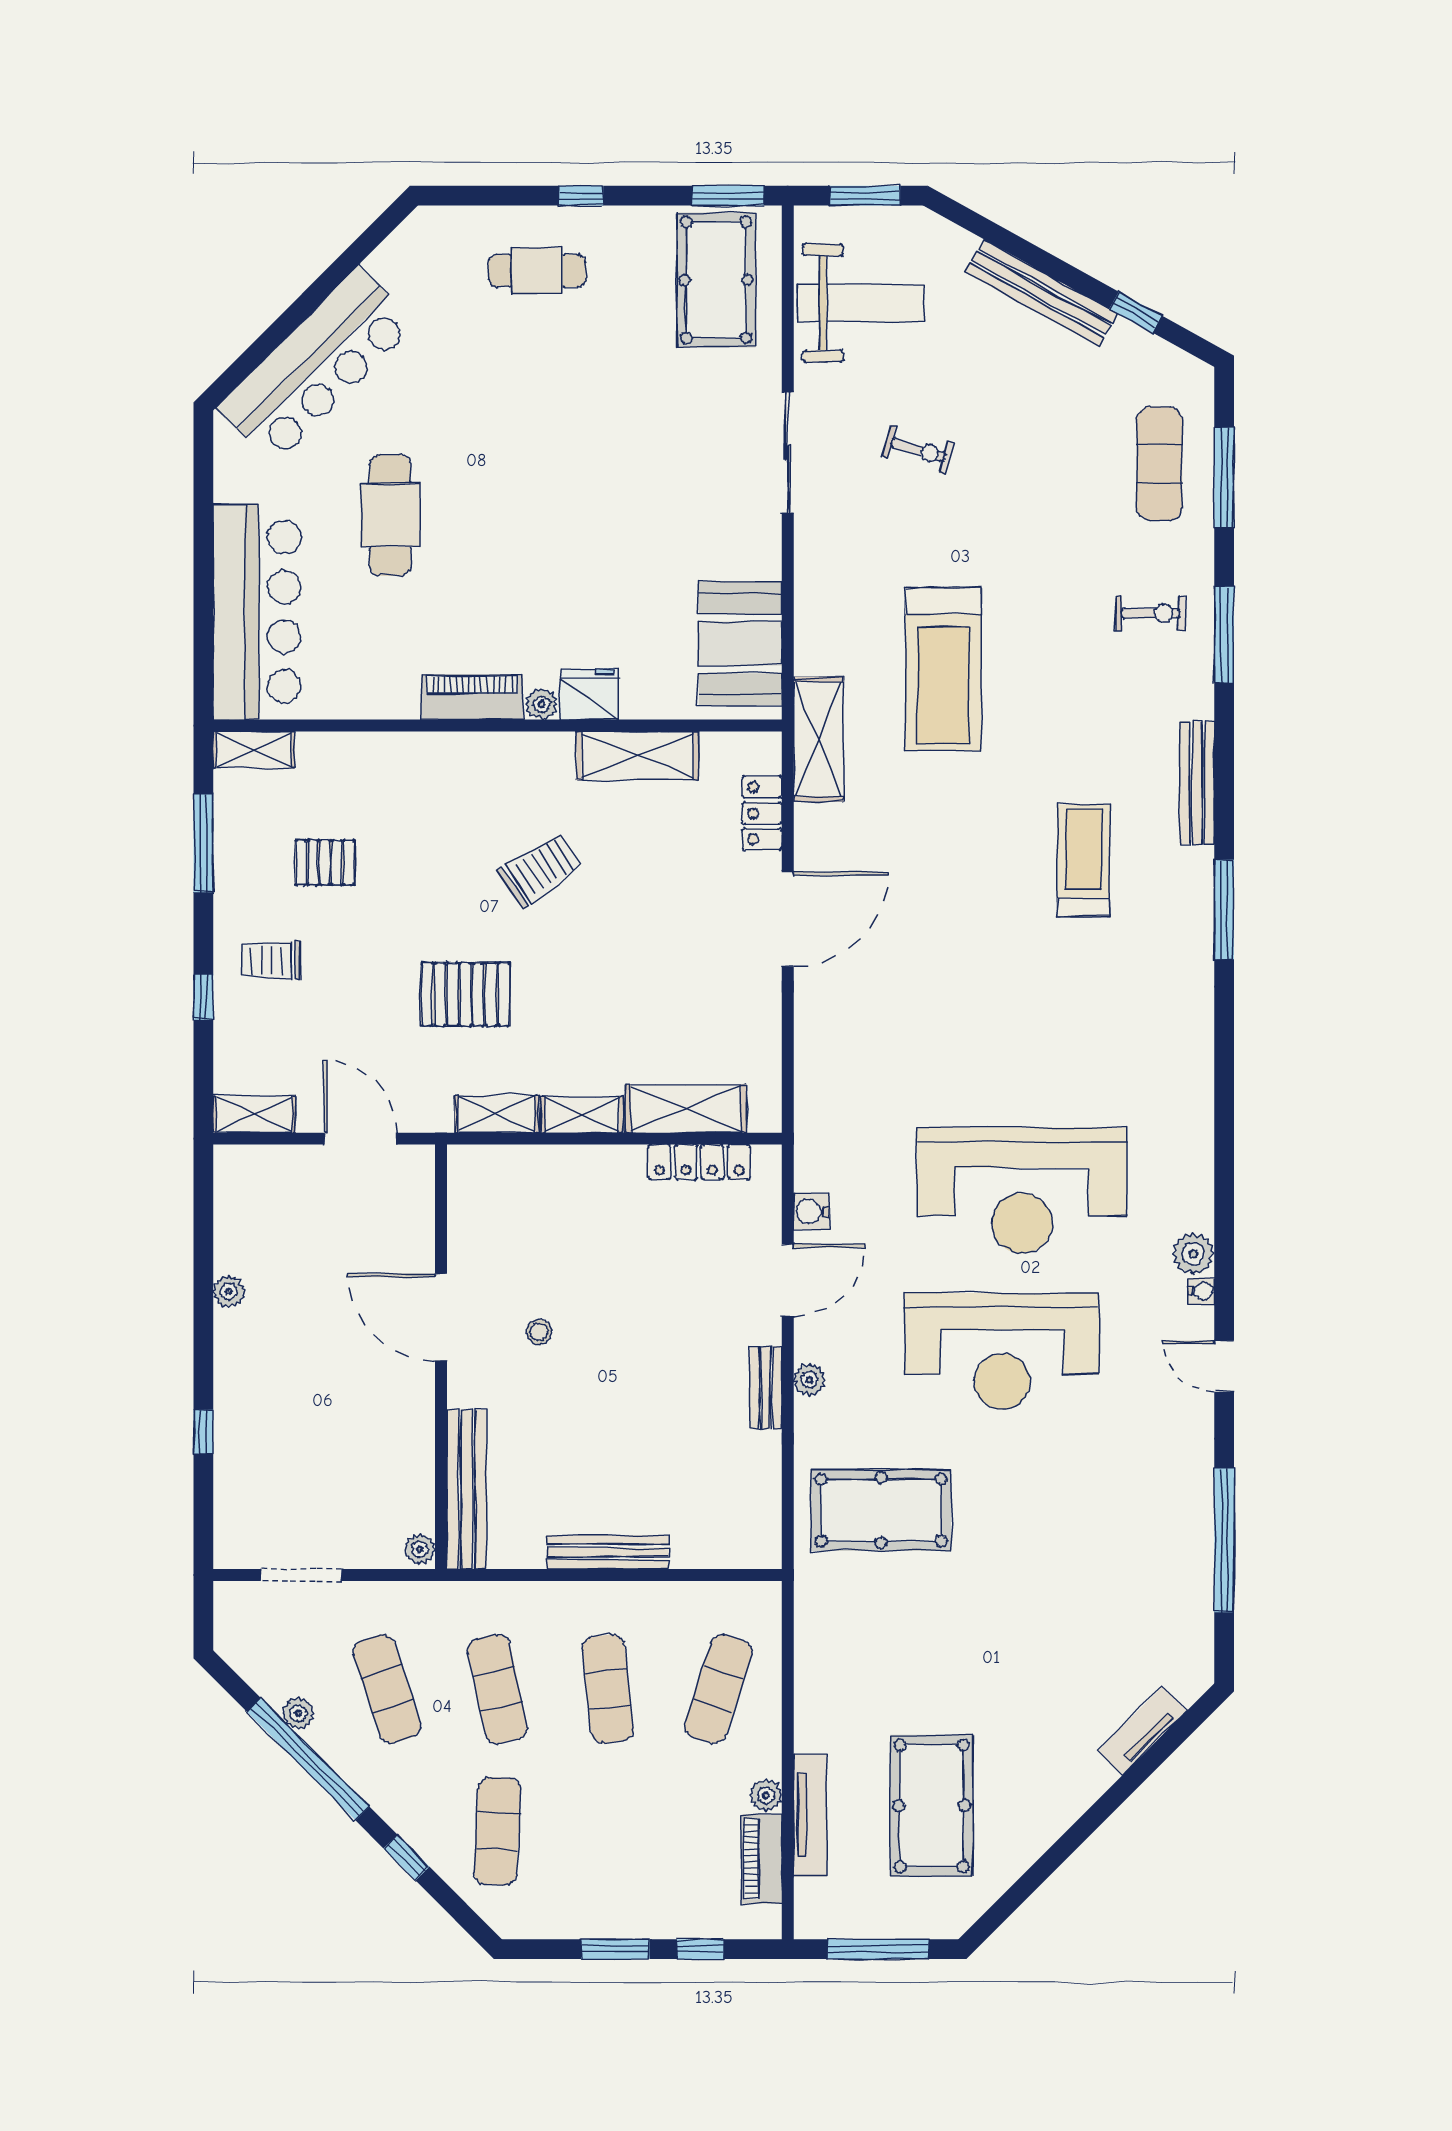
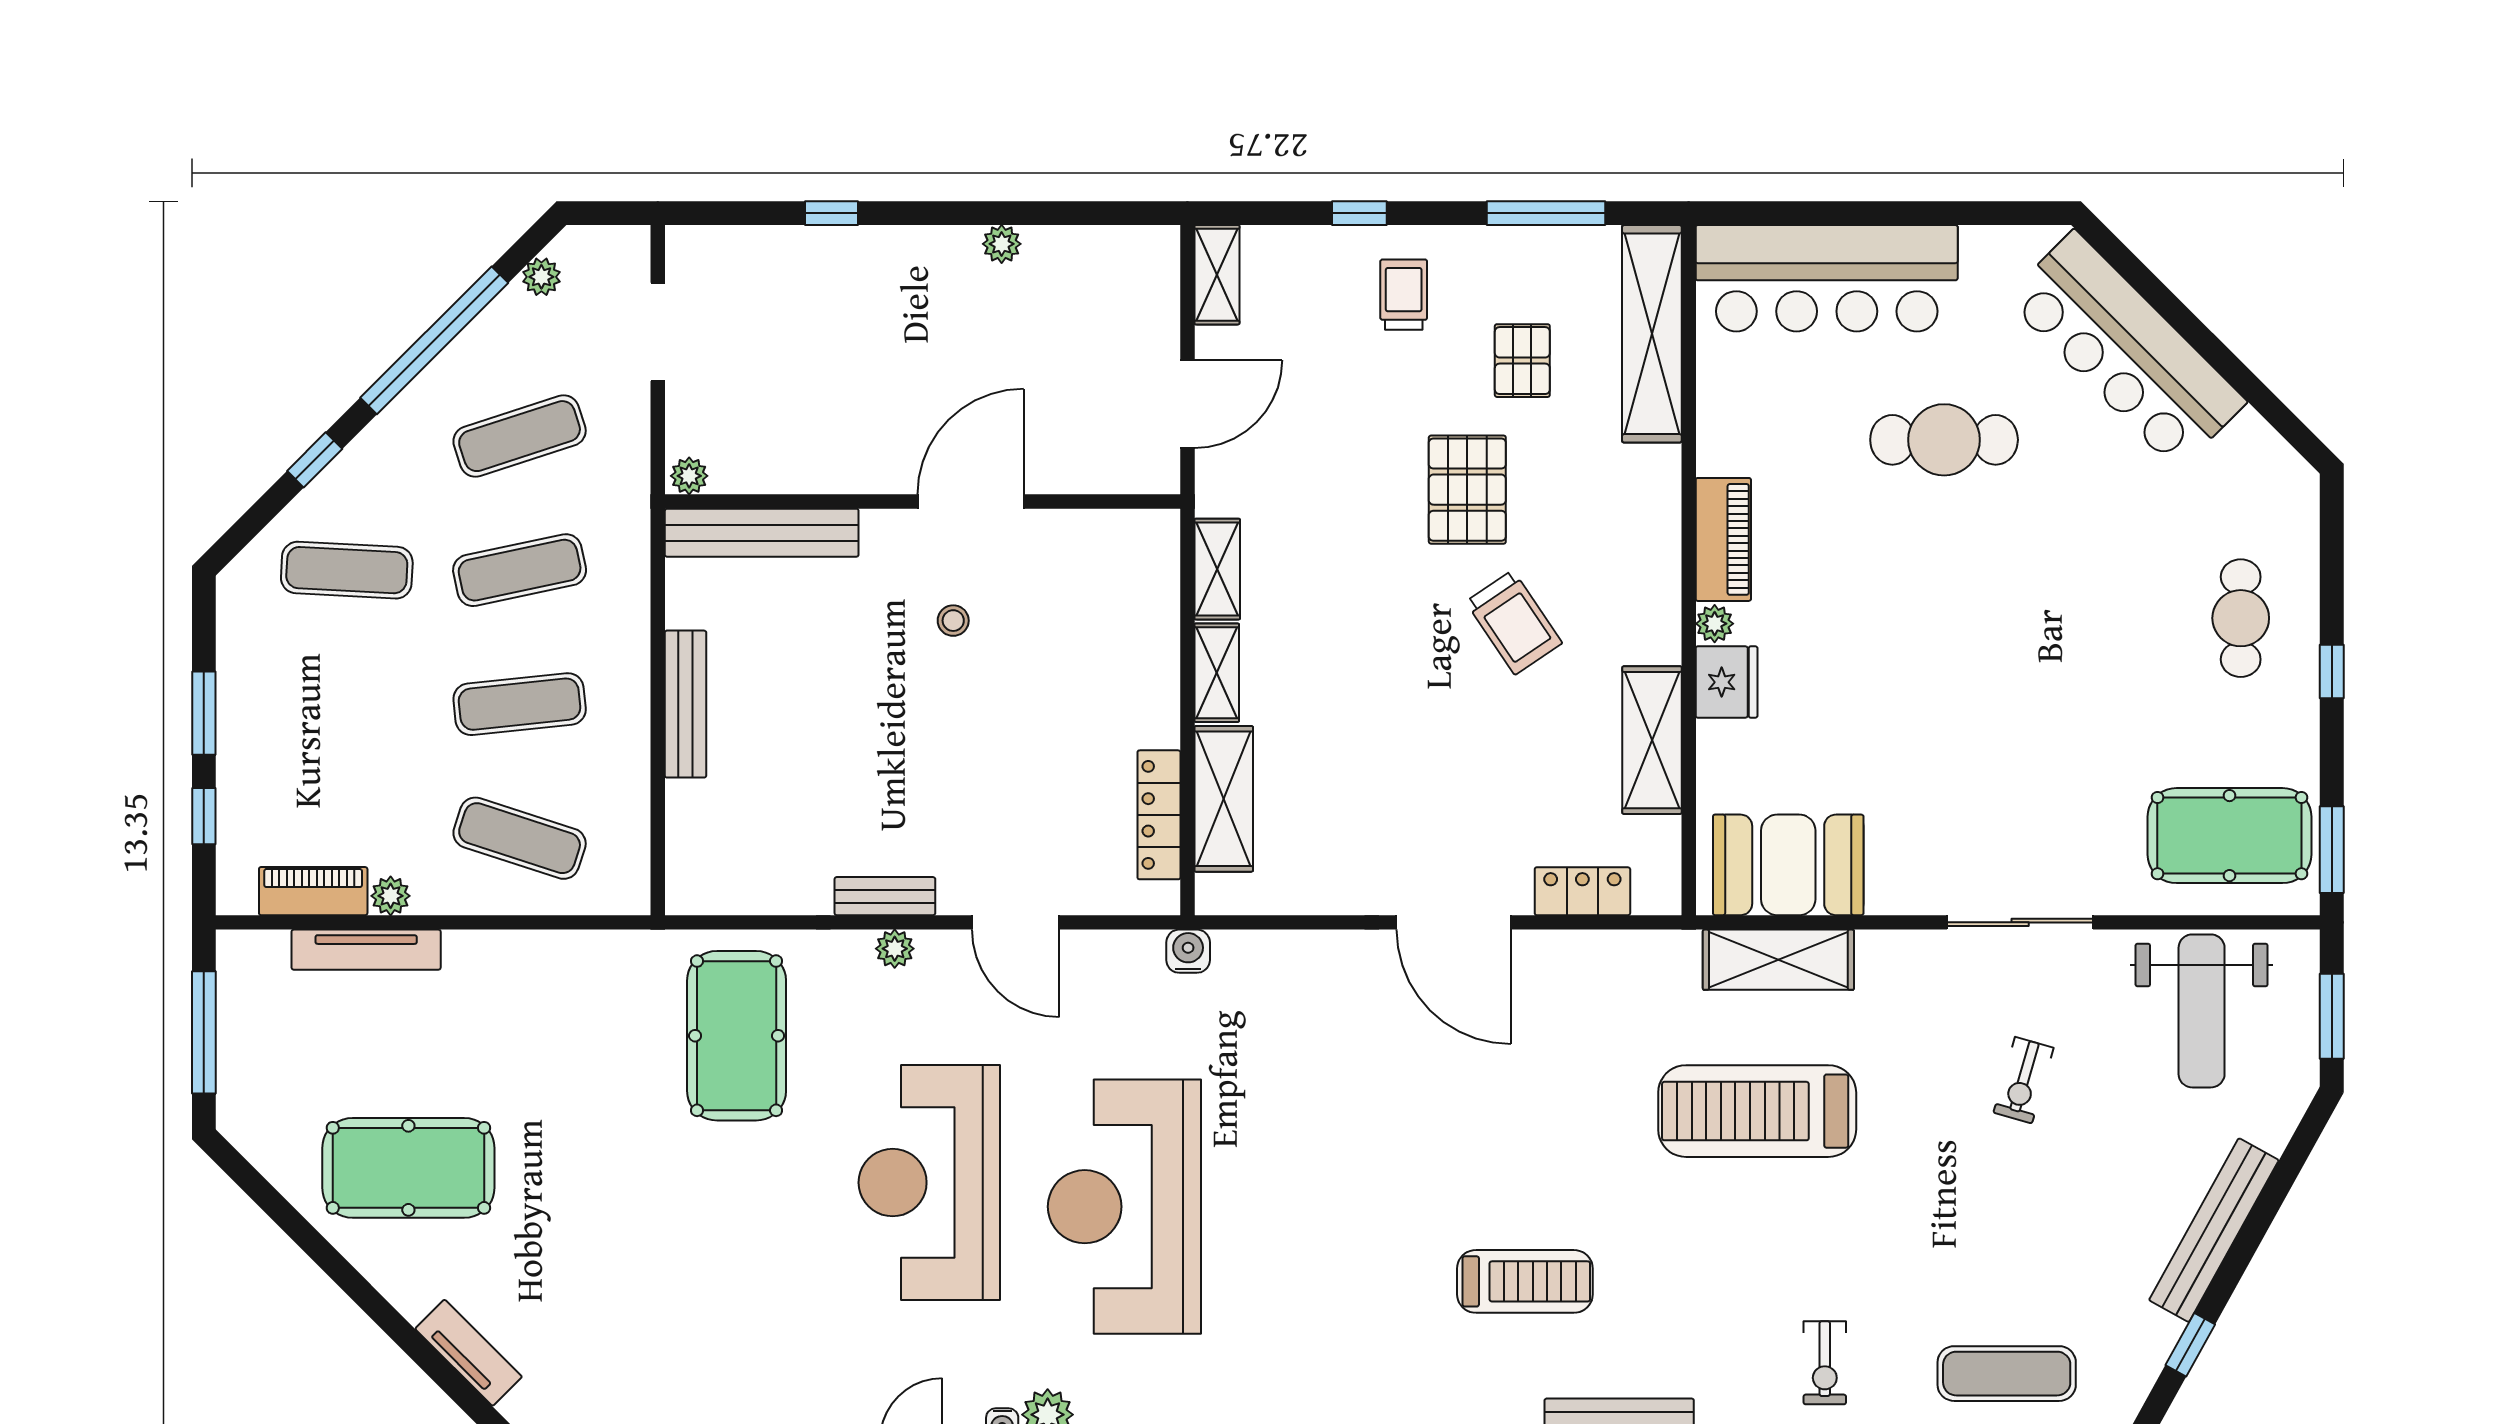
shelving: (818, 739) -> (1778, 960), moved
shelving: (254, 750) -> (1652, 334), width x2.20, depth x1.33
pallet: (465, 994) -> (1467, 490), moved
water cooler: (811, 1211) -> (1188, 951), moved
plant: (298, 1713) -> (541, 277), moved
pool table: (932, 1806) -> (408, 1168), moved

